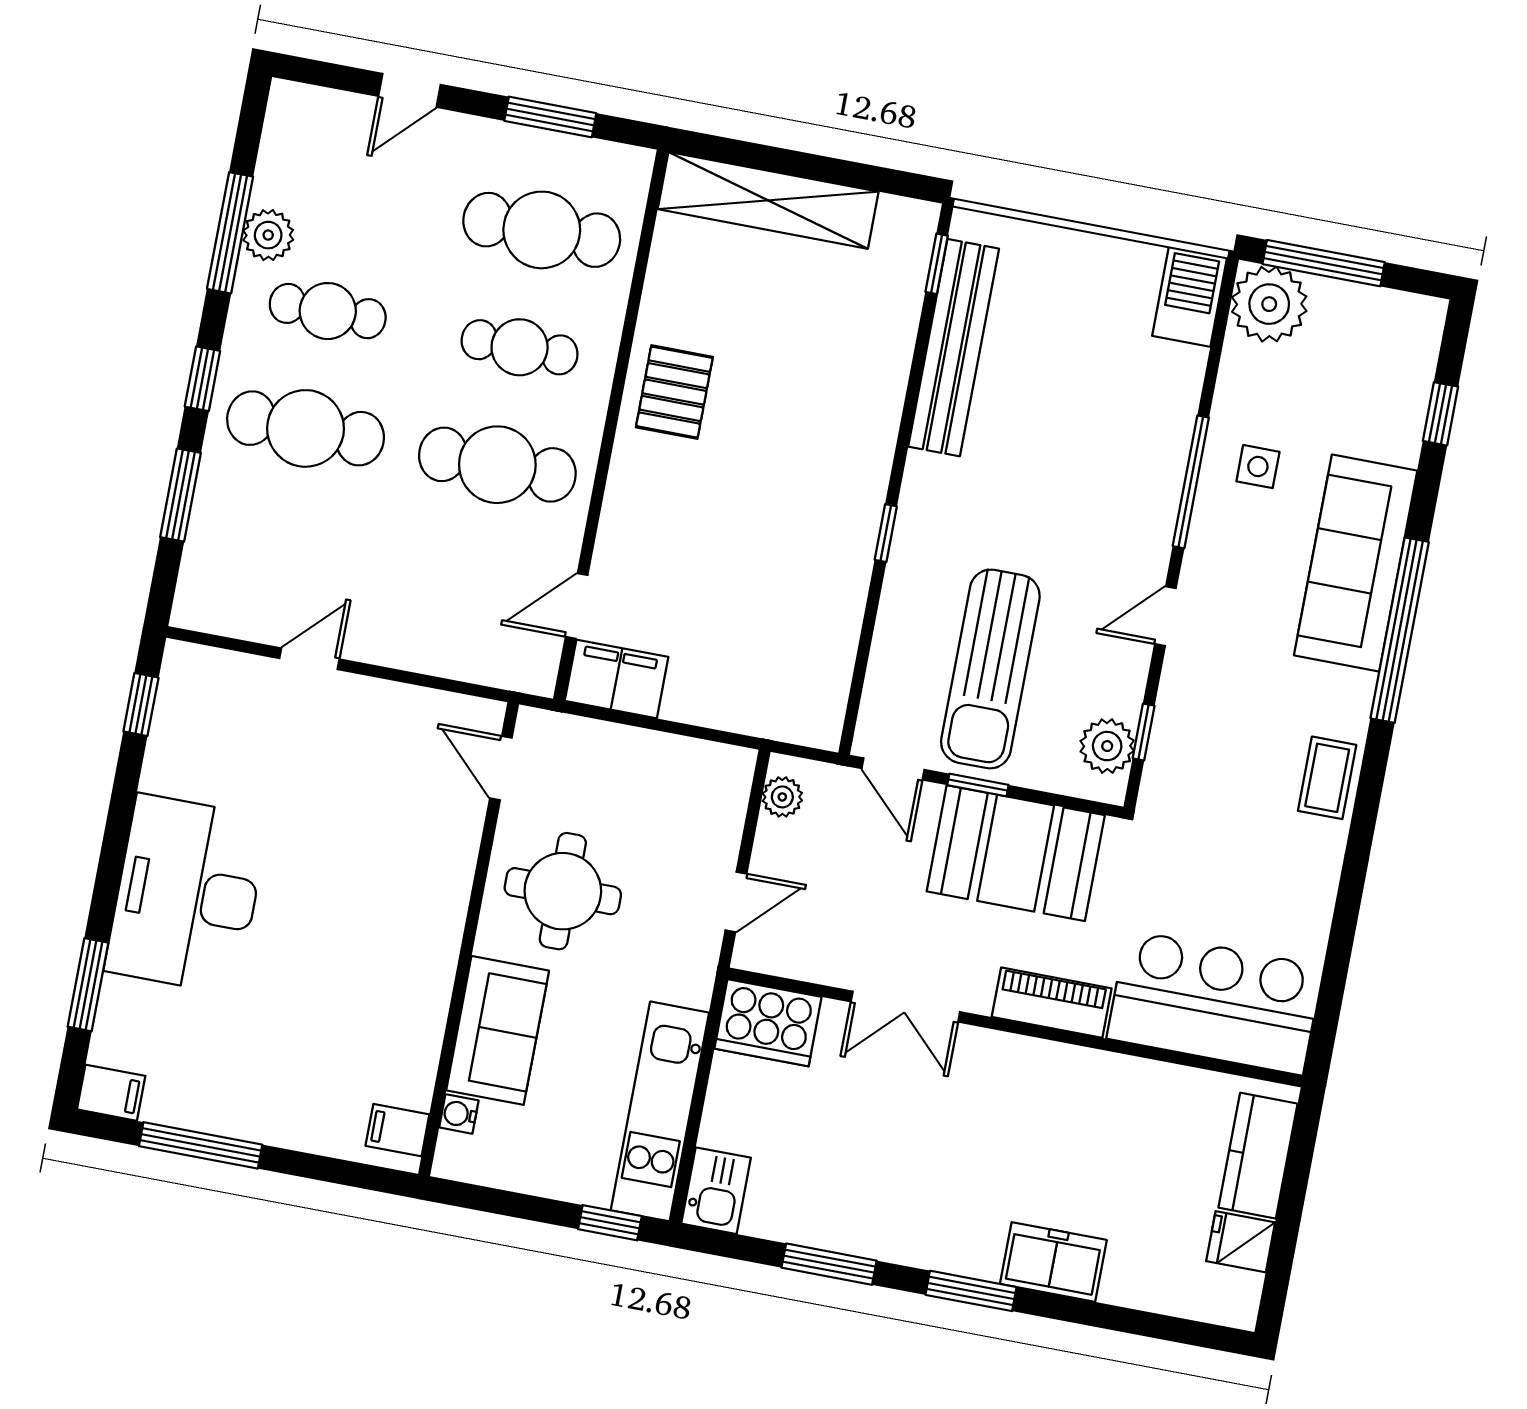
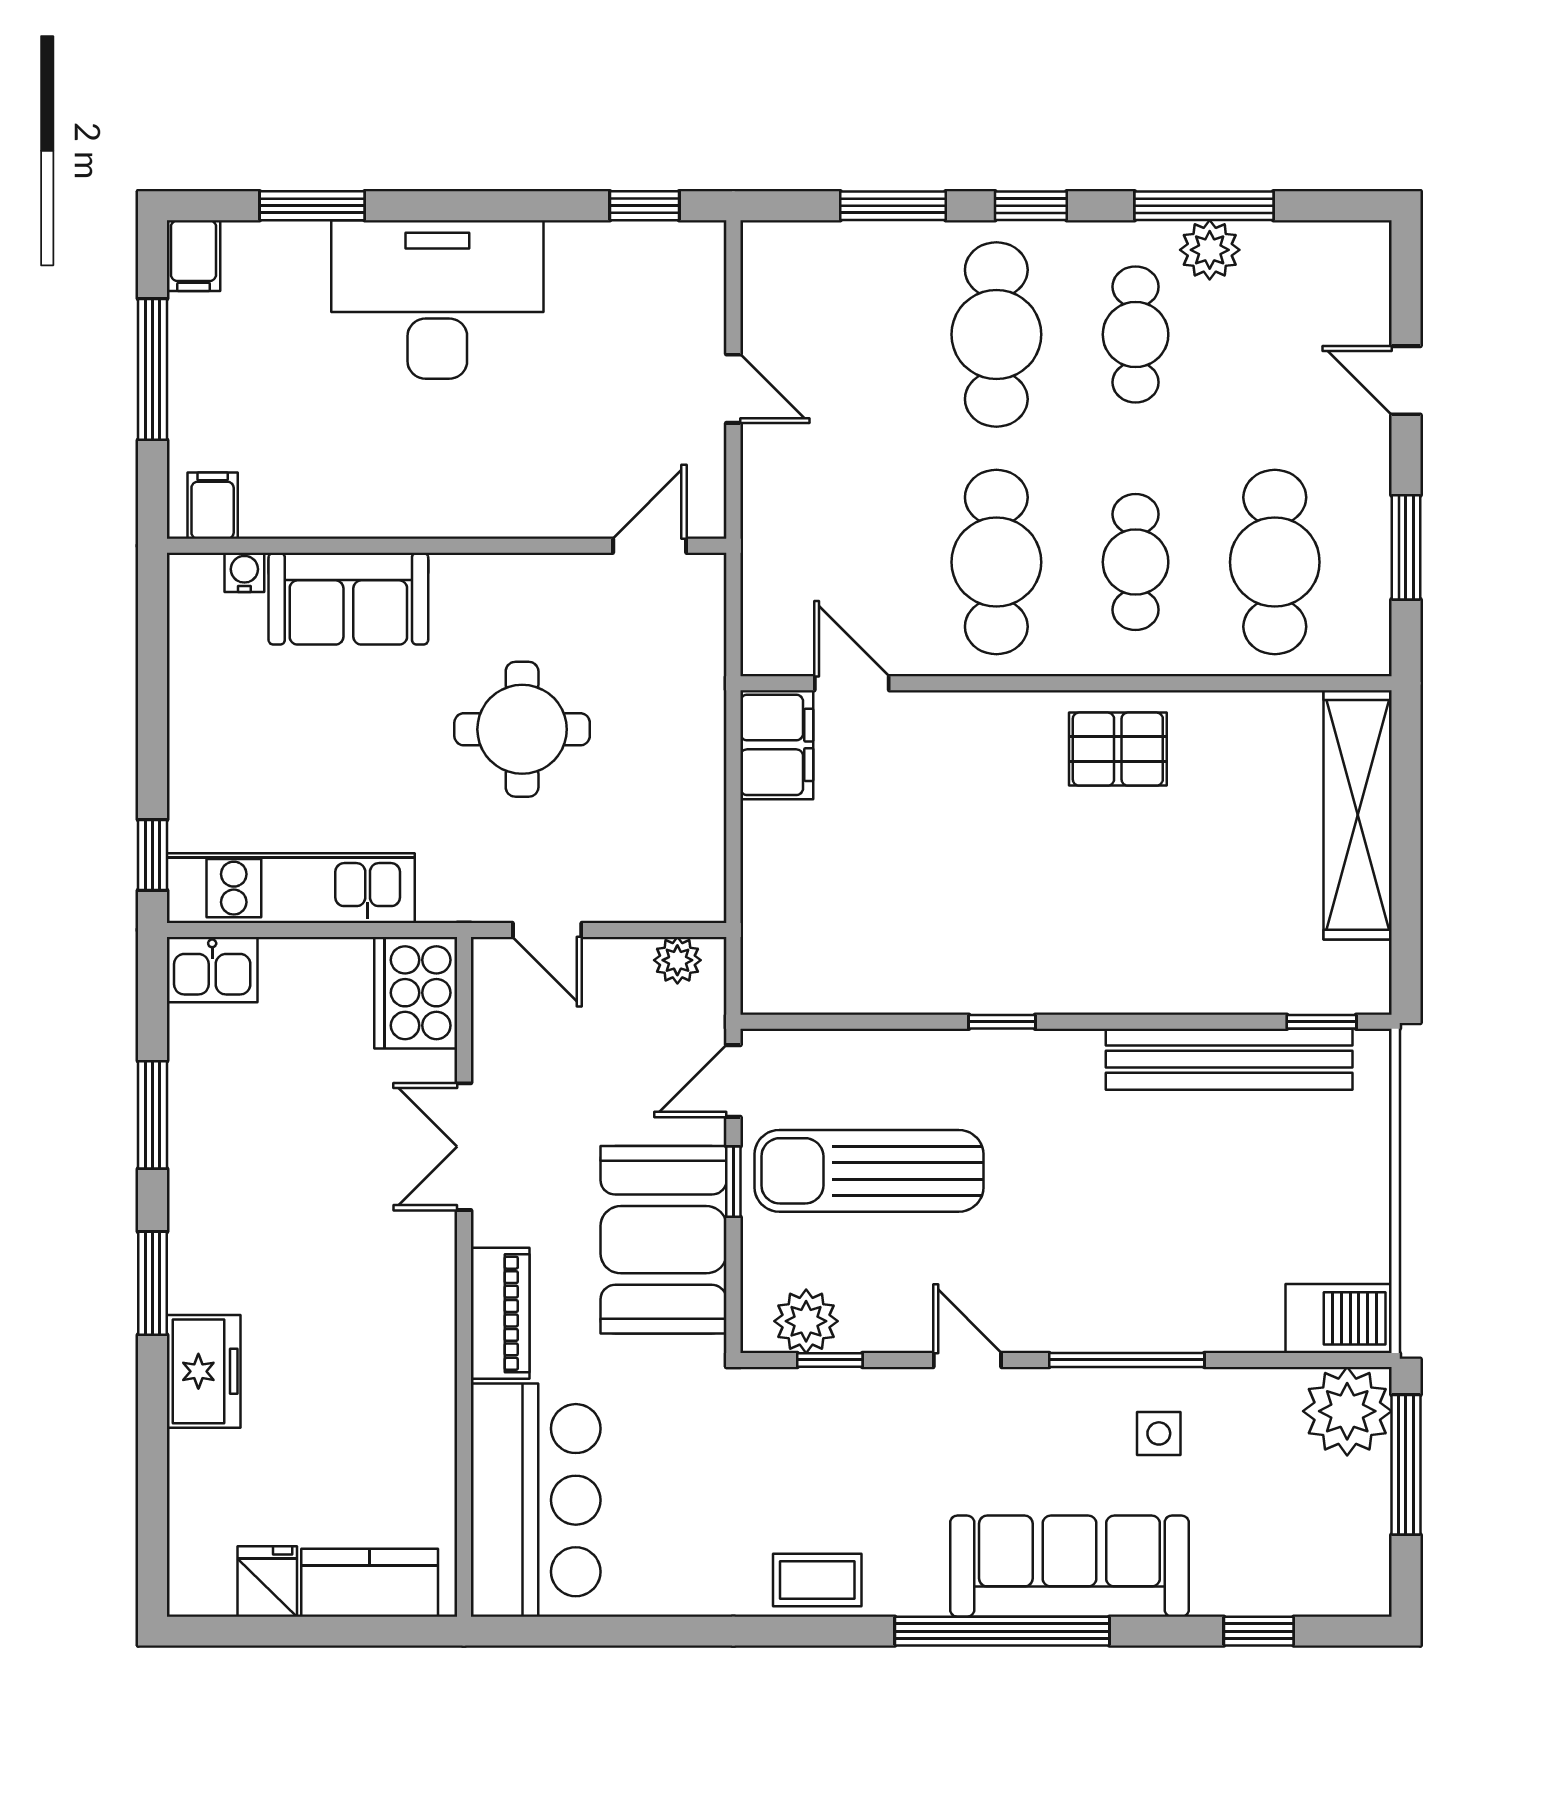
door: (501, 768) -> (650, 546), moved
wall: (469, 939) -> (447, 546), moved
sofa: (498, 1030) -> (348, 599), moved
water cooler: (459, 1114) -> (244, 572), moved
filing cabinet: (397, 1130) -> (213, 506), moved

